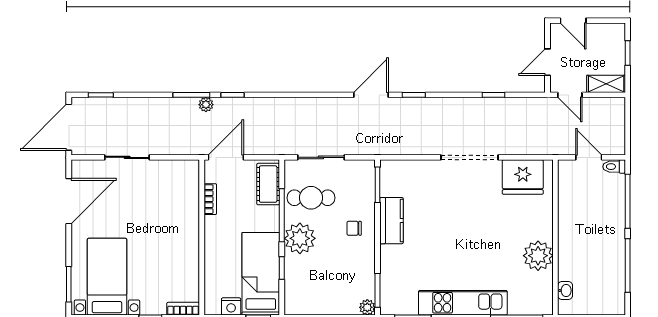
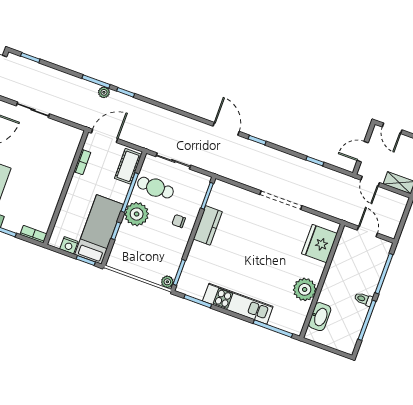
door: (371, 95) -> (226, 129), hinge flipped
toilet: (614, 167) -> (364, 299), moved
fridge: (523, 177) -> (319, 244), moved, turned 90
washbasin: (565, 291) -> (320, 317), width x1.91, depth x1.45

